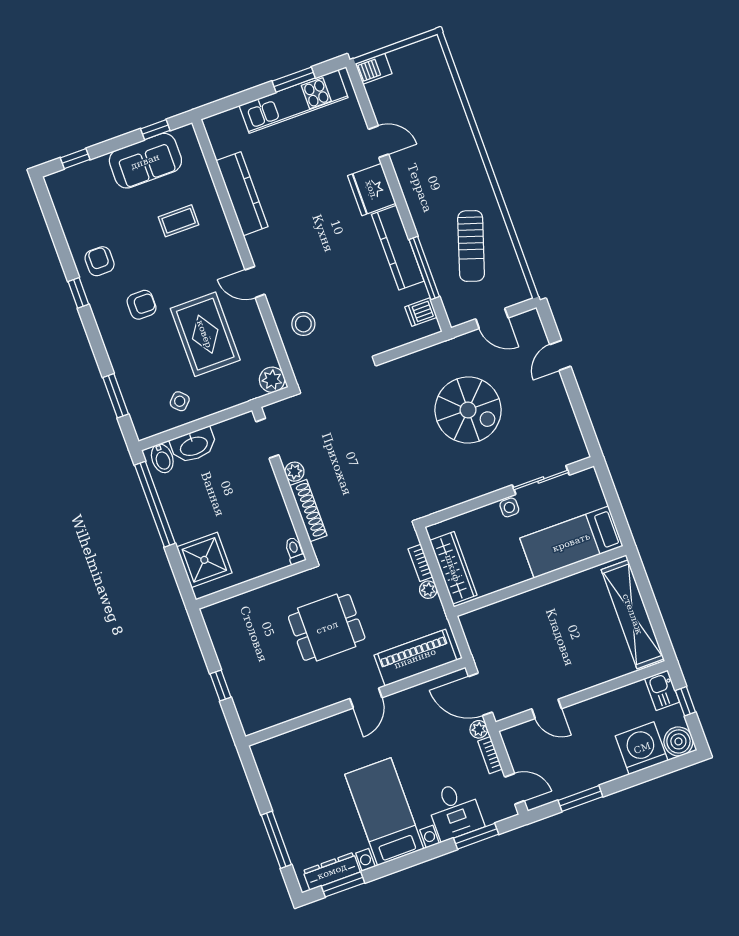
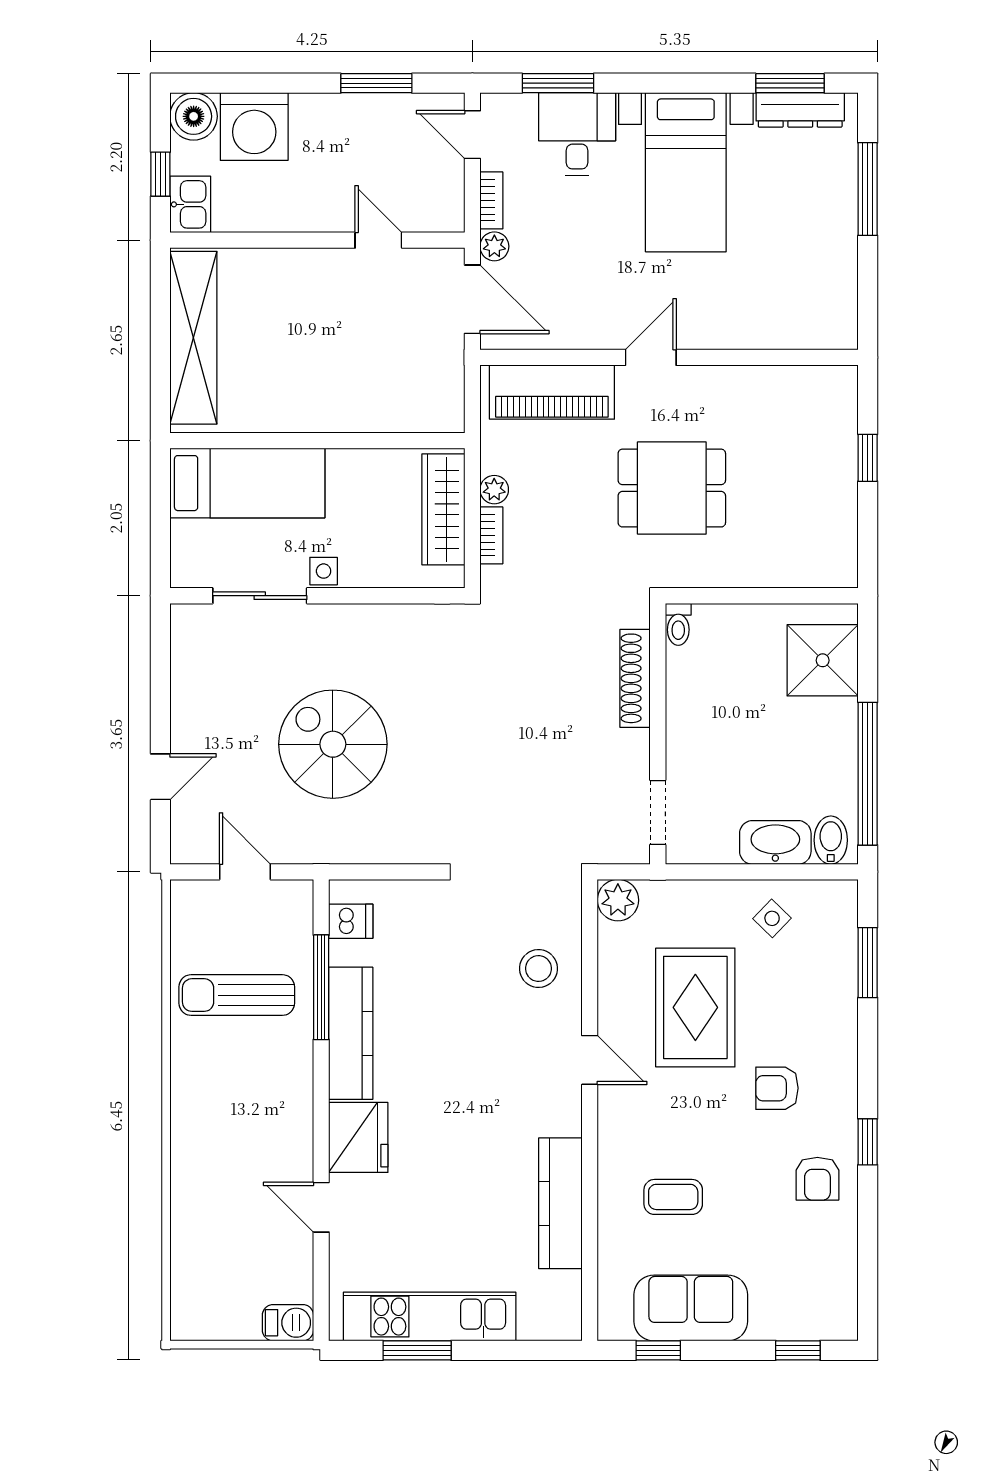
sun lounger: (471, 246) -> (237, 995), turned -108
plant: (294, 472) -> (635, 746), removed

